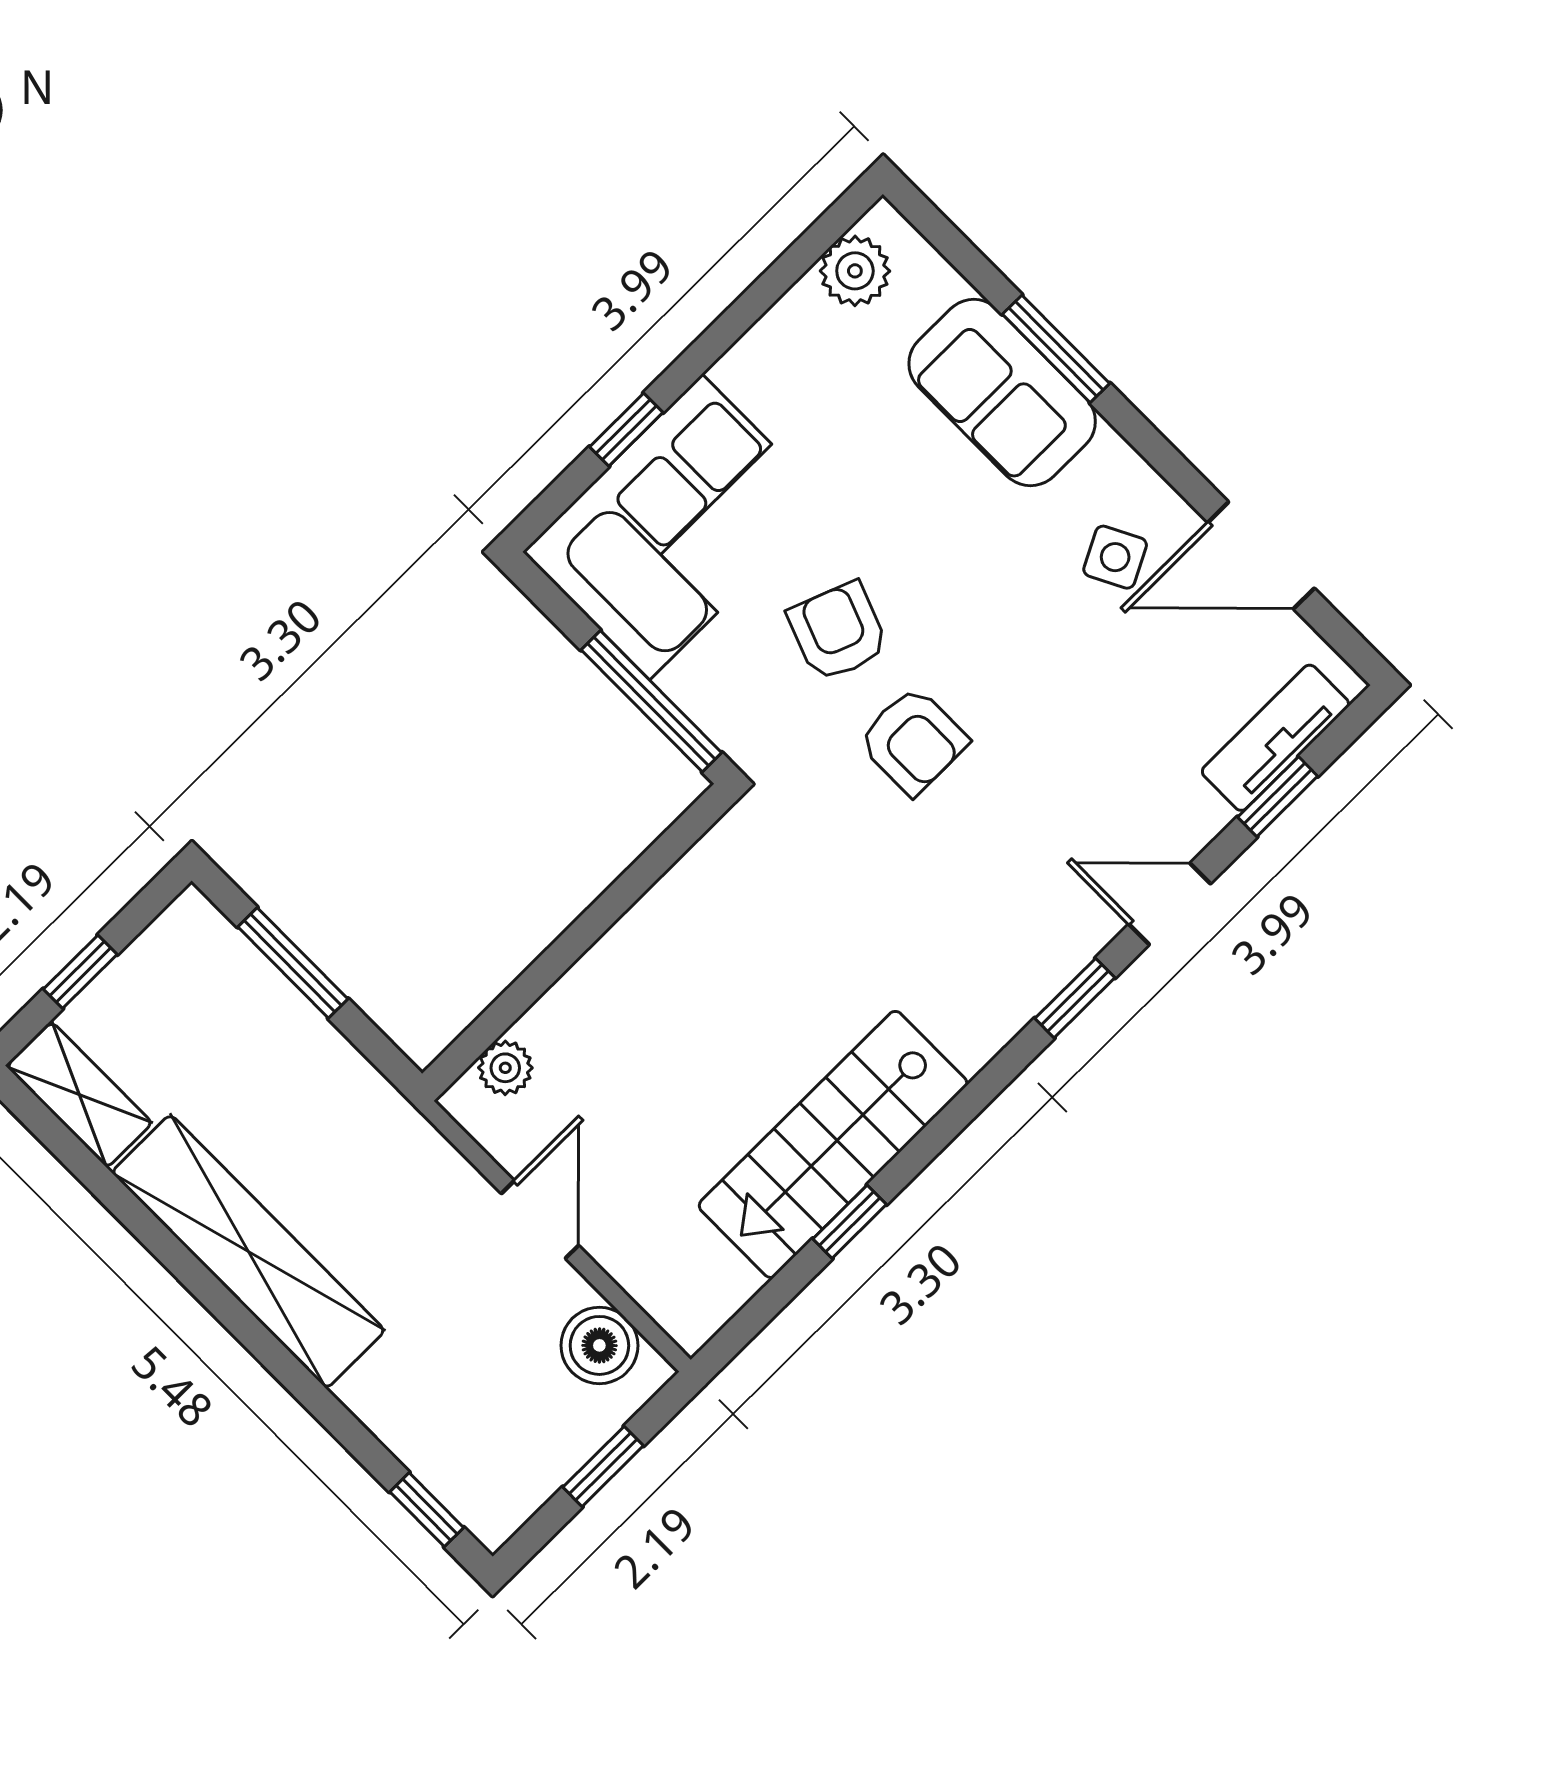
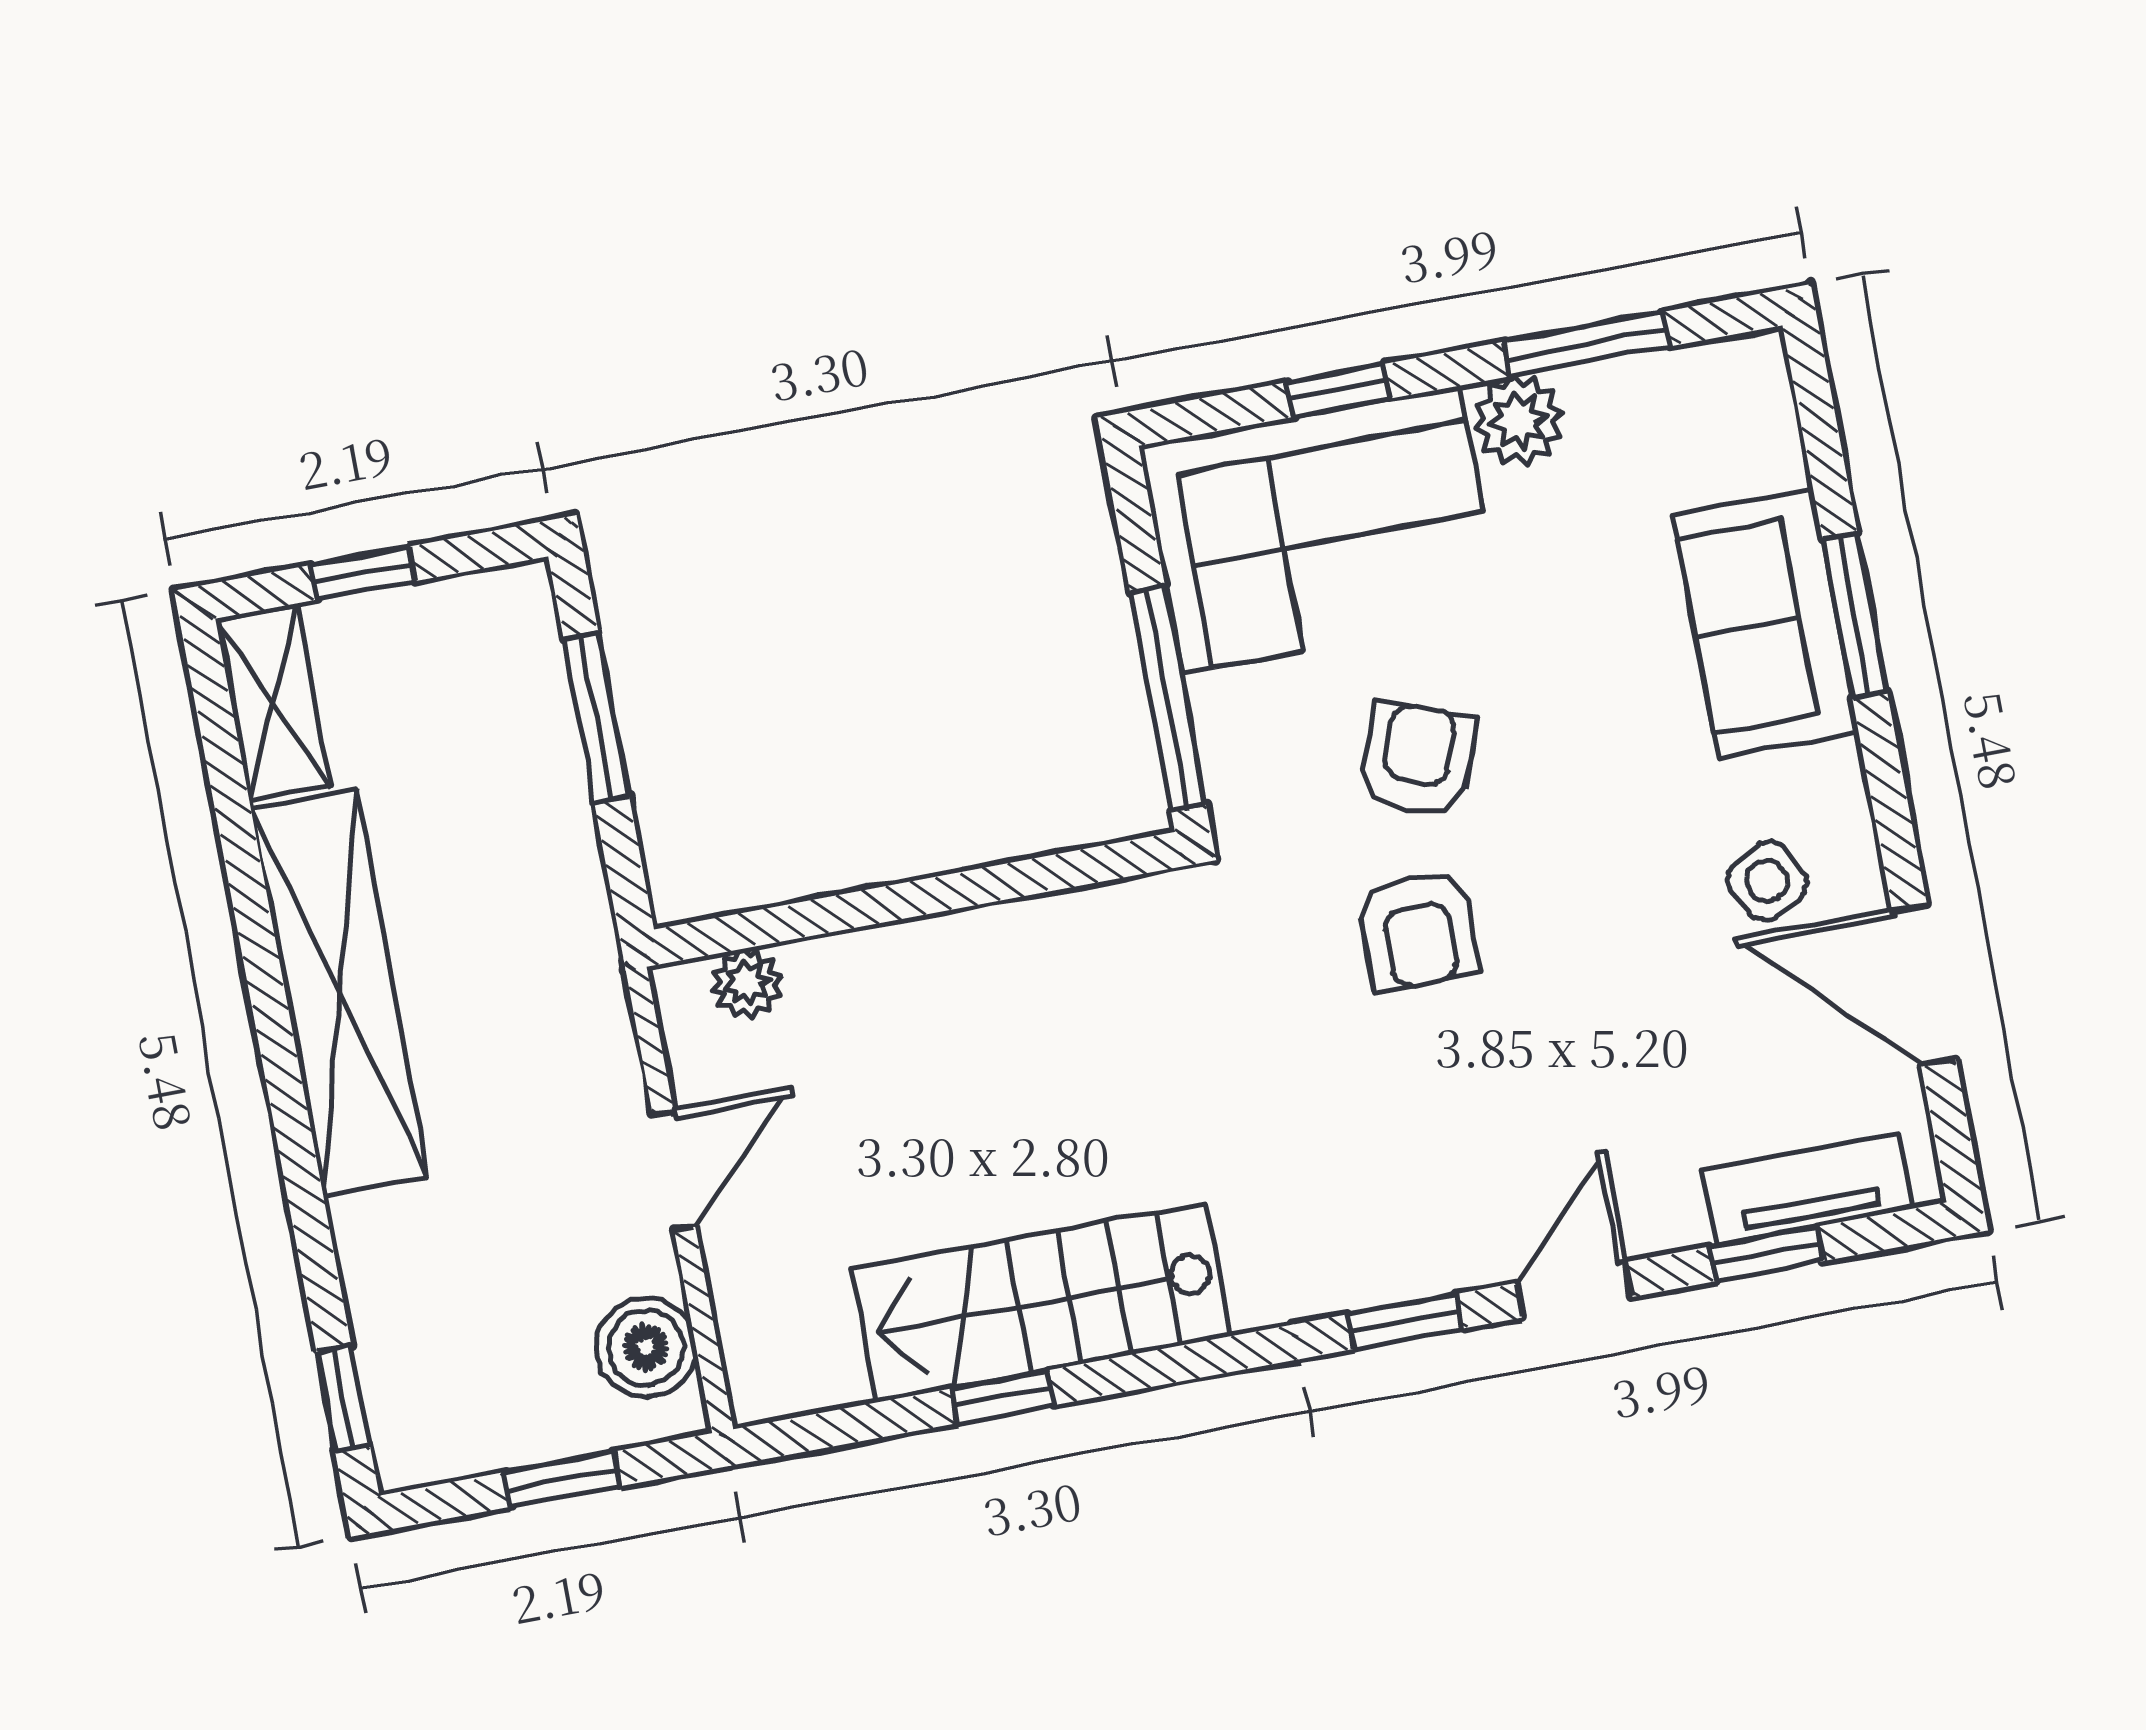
plant: (855, 271) -> (1519, 420), moved
window: (765, 292) -> (1586, 344), added
door: (1170, 904) -> (1574, 1290), hinge flipped

